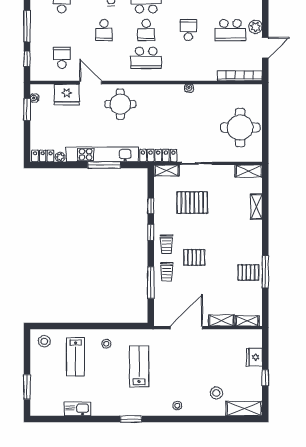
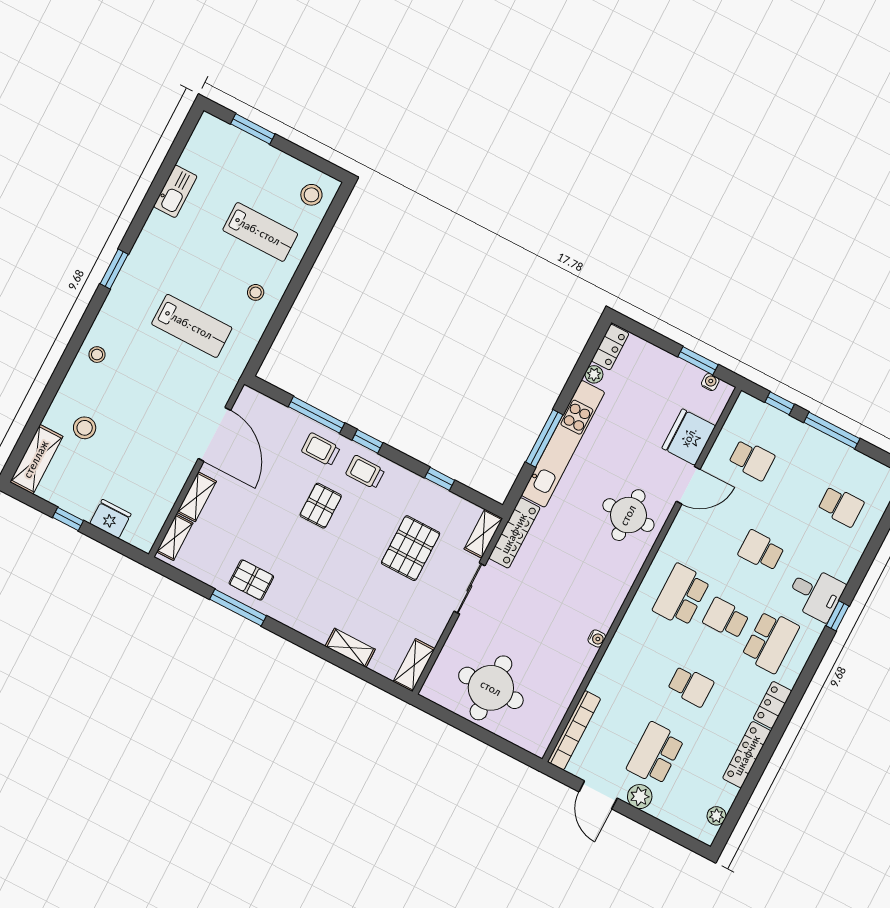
window: (151, 232) -> (368, 441), moved
pallet: (248, 272) -> (251, 580), turned 90
lab bench: (76, 357) -> (260, 232), turned 180

